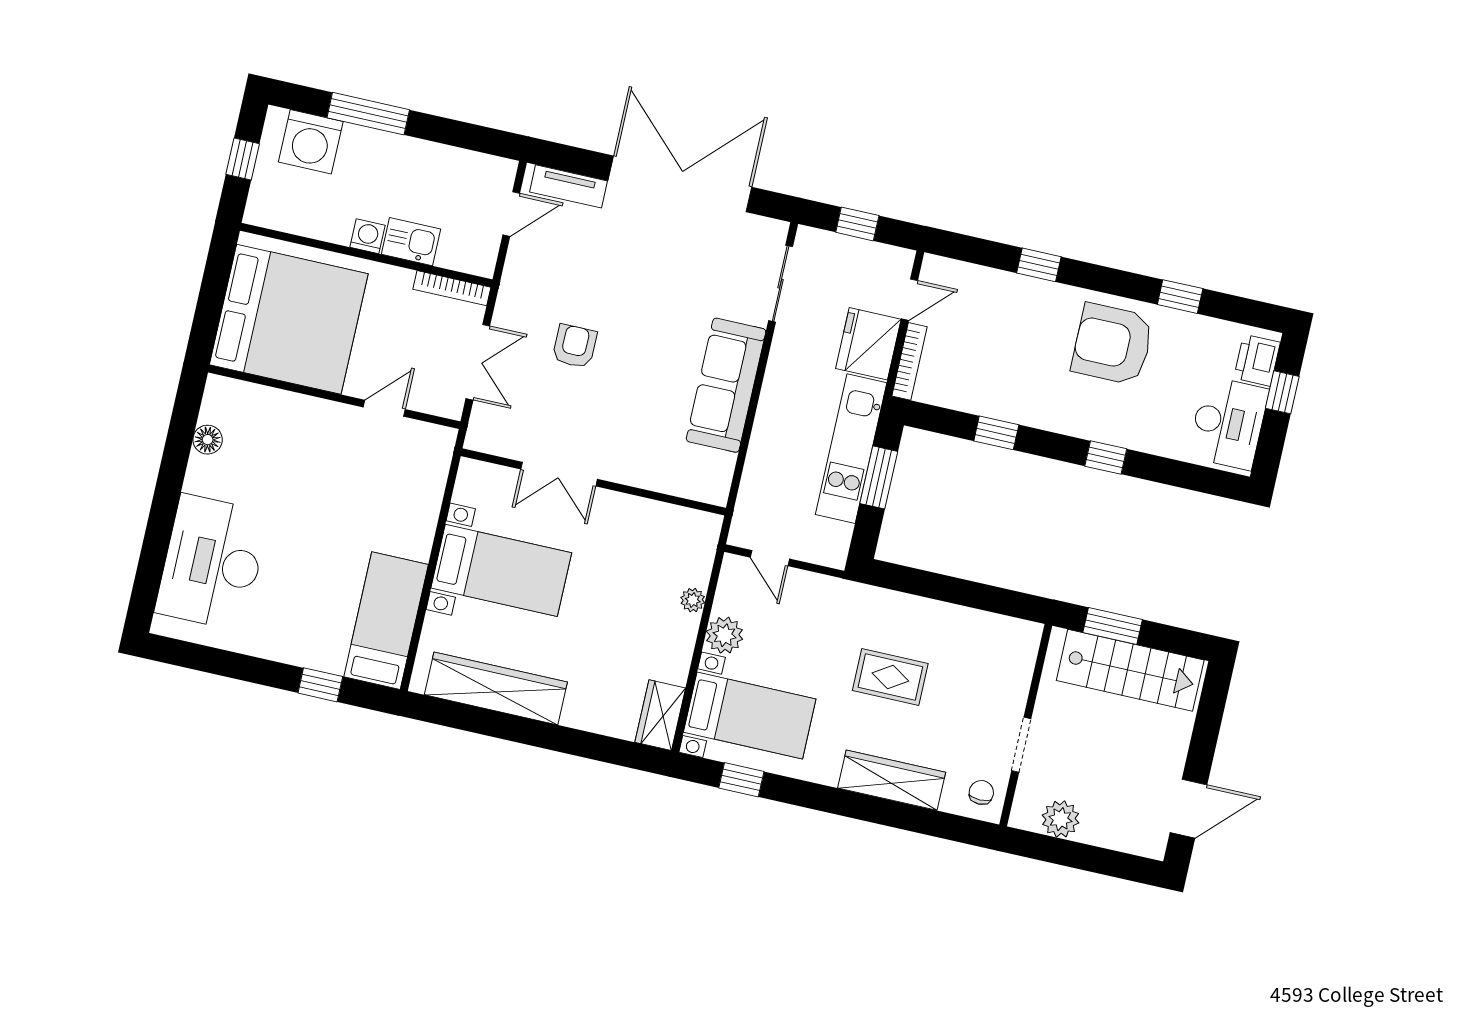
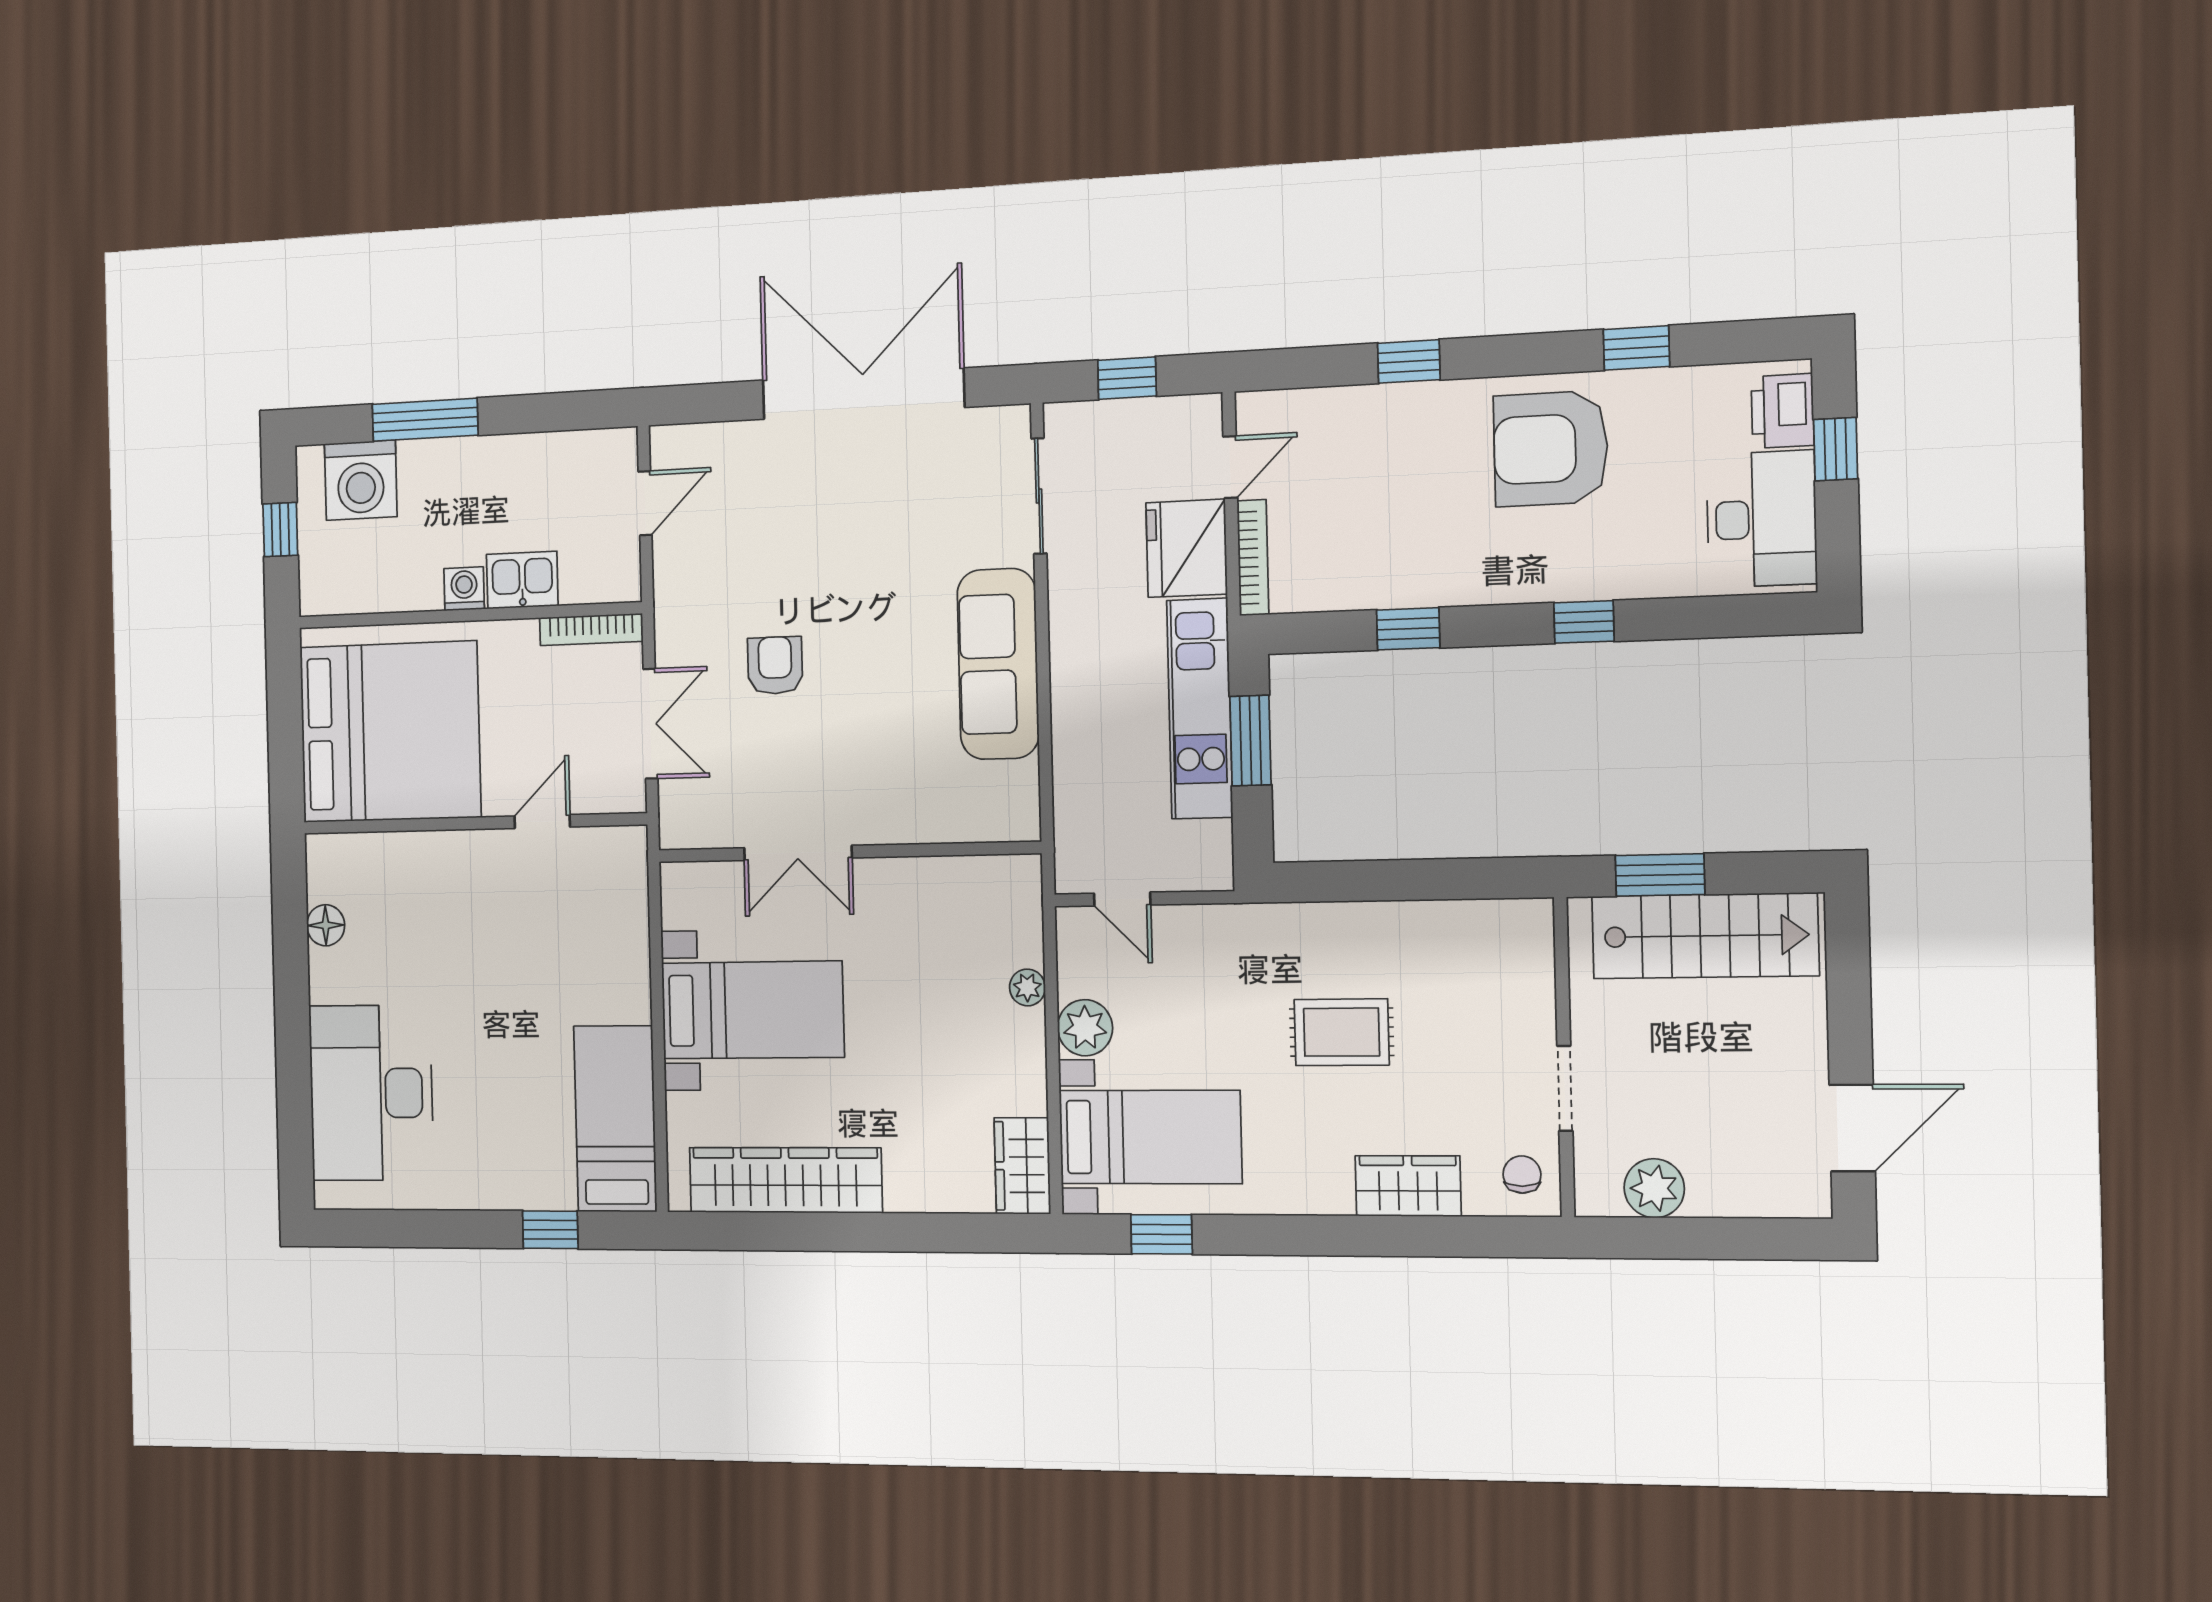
tv unit: (568, 186) -> (712, 442), removed
wardrobe: (892, 780) -> (1408, 1186), width x0.67

